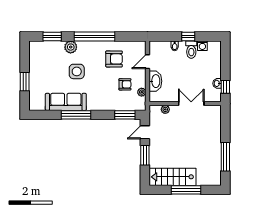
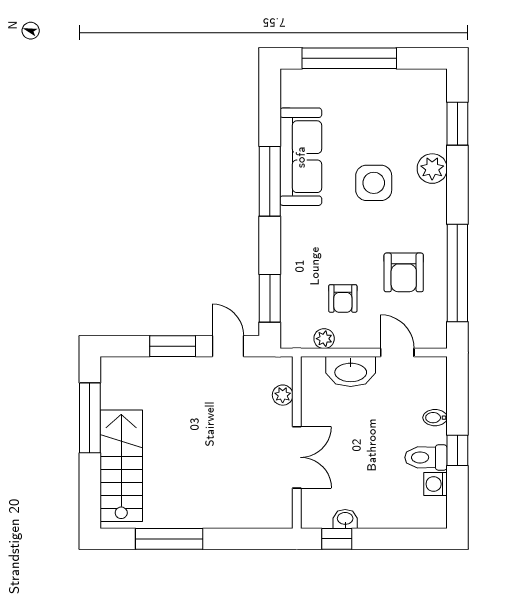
window: (94, 37) -> (457, 273), moved
window: (25, 82) -> (349, 58), width x2.11
stairs: (172, 177) -> (121, 466), moved
window: (186, 190) -> (90, 418), moved

